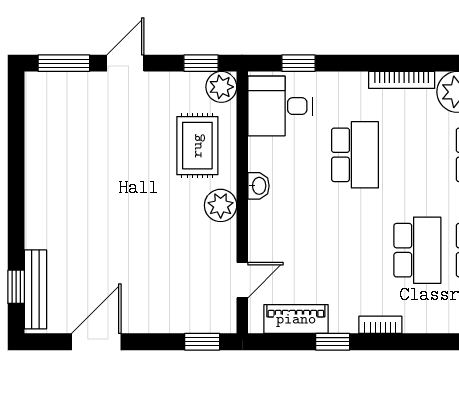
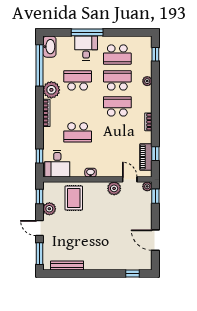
plant: (221, 87) -> (49, 209), moved
rug: (197, 146) -> (74, 198), turned 90
school desk: (355, 155) -> (78, 132), turned 180
plant: (221, 205) -> (114, 188), moved
bench: (35, 289) -> (67, 265), moved
plant: (225, 322) -> (147, 186), added
window: (333, 342) -> (155, 154), moved

